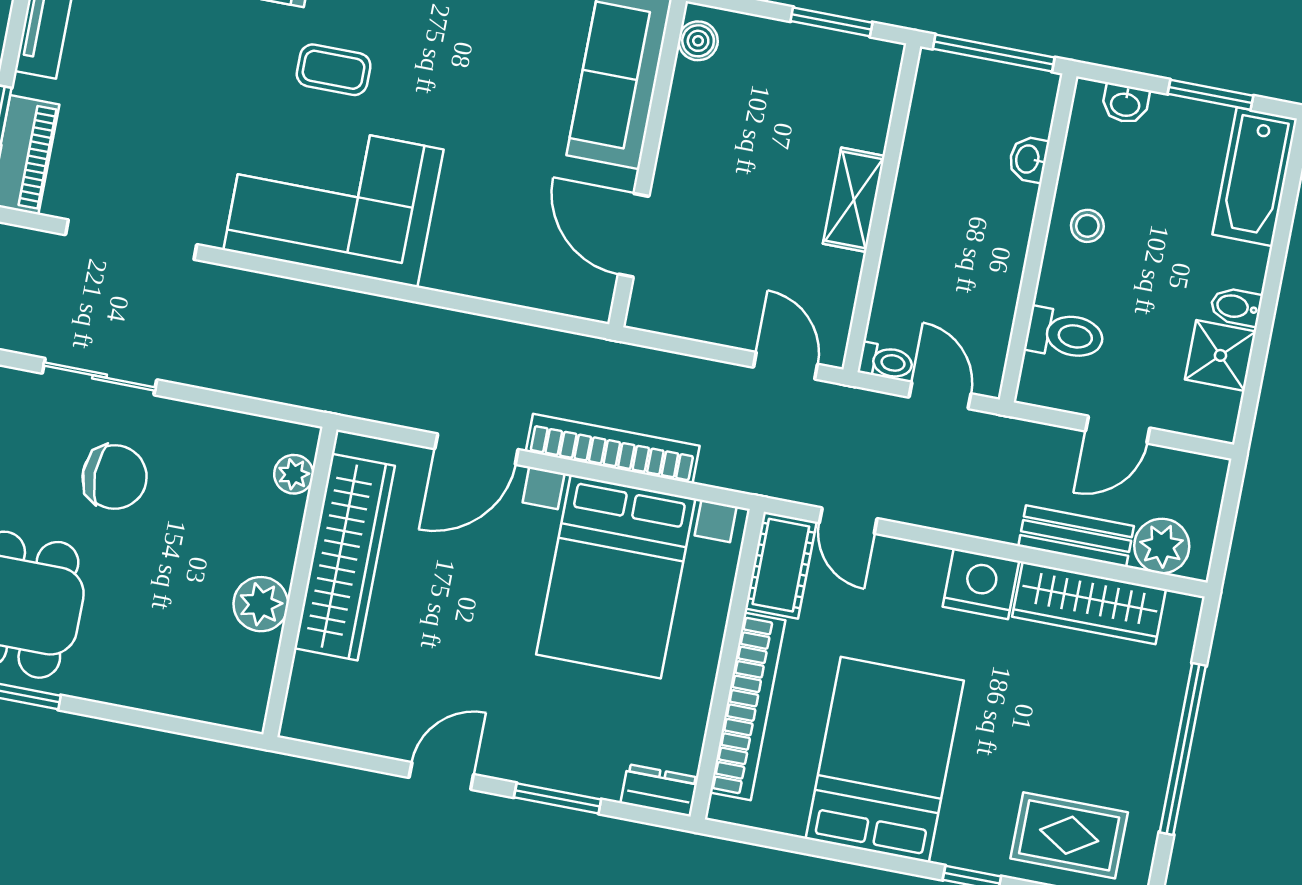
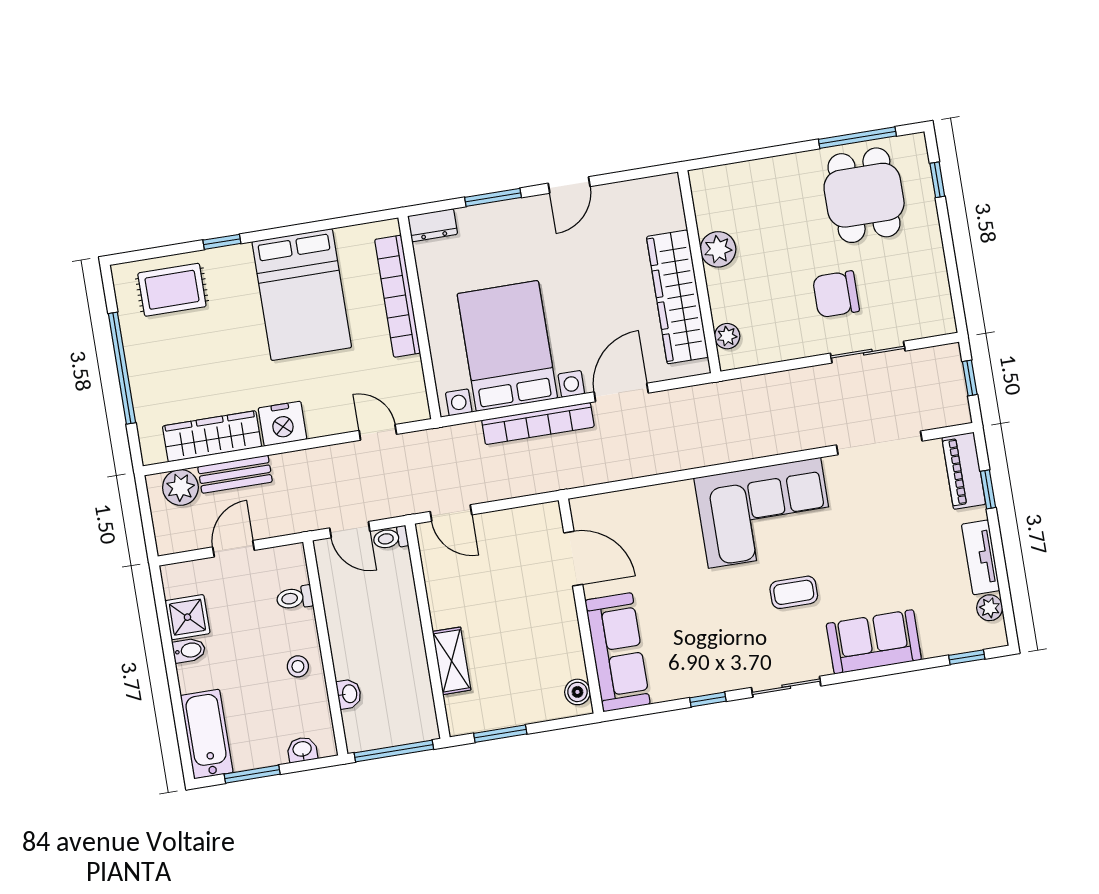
shelving: (854, 200) -> (452, 661), moved
toilet: (1065, 334) -> (295, 598), width x0.73, depth x0.72
cot: (781, 565) -> (409, 390), removed

